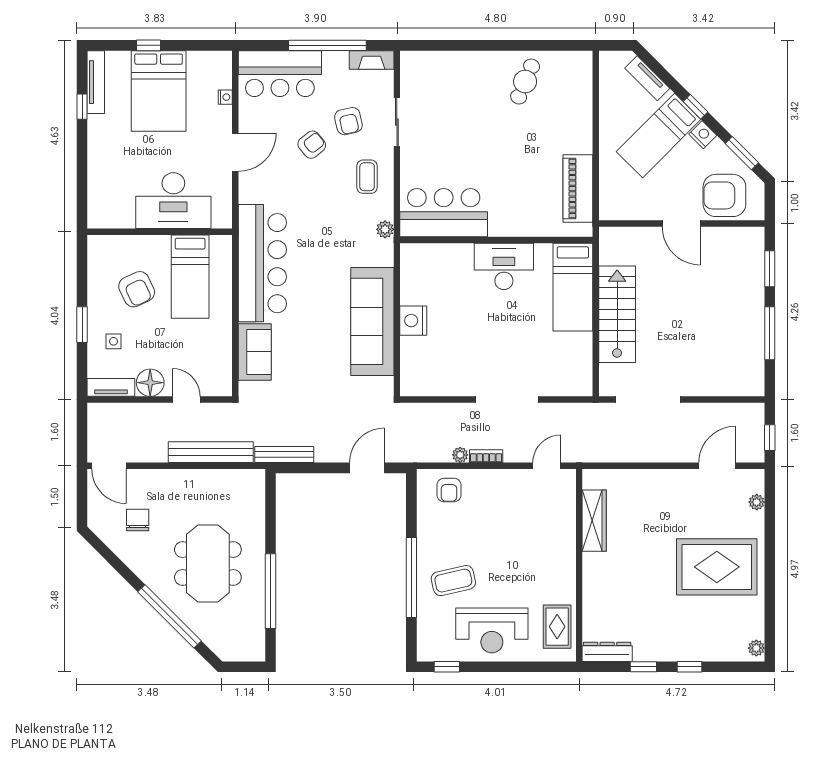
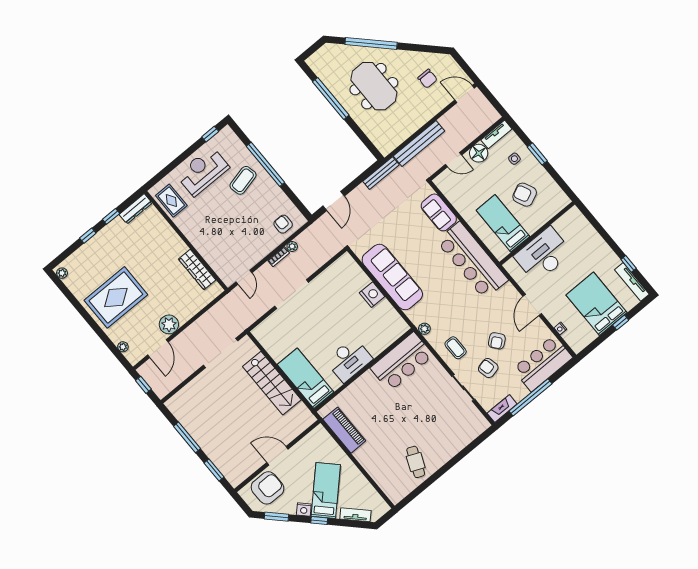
plant: (681, 483) -> (169, 324), added

